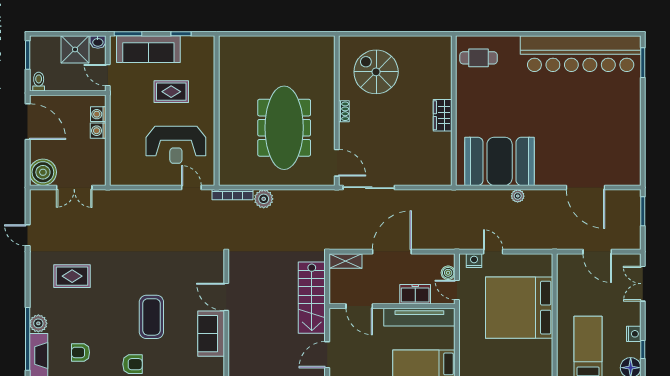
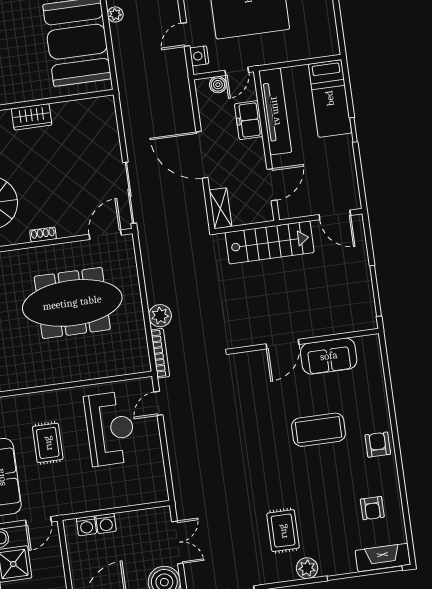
plant: (38, 323) -> (307, 568), moved

